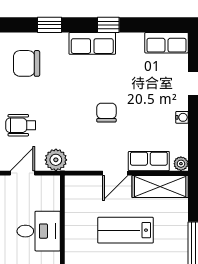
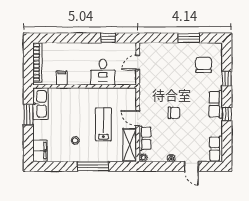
wheelchair: (21, 125) -> (166, 61), removed
plant: (56, 160) -> (146, 82), removed
door: (23, 173) -> (138, 62), swing flipped

